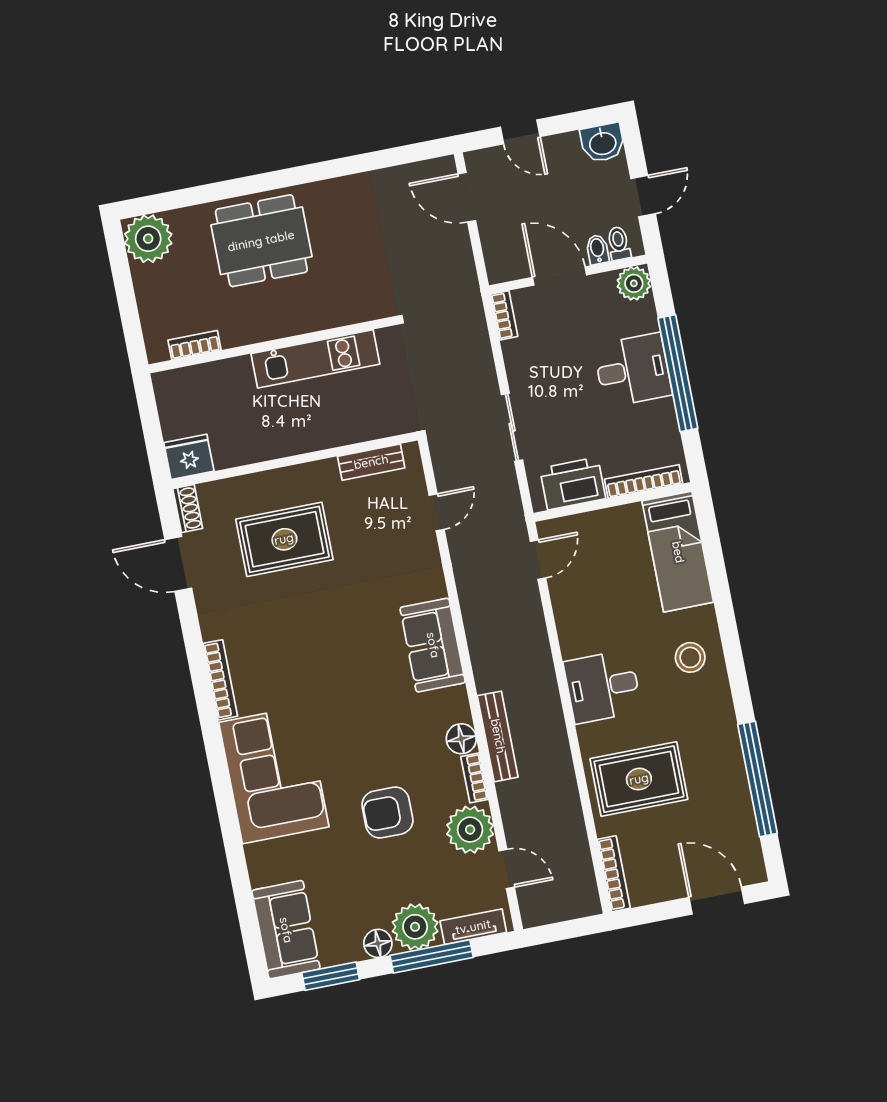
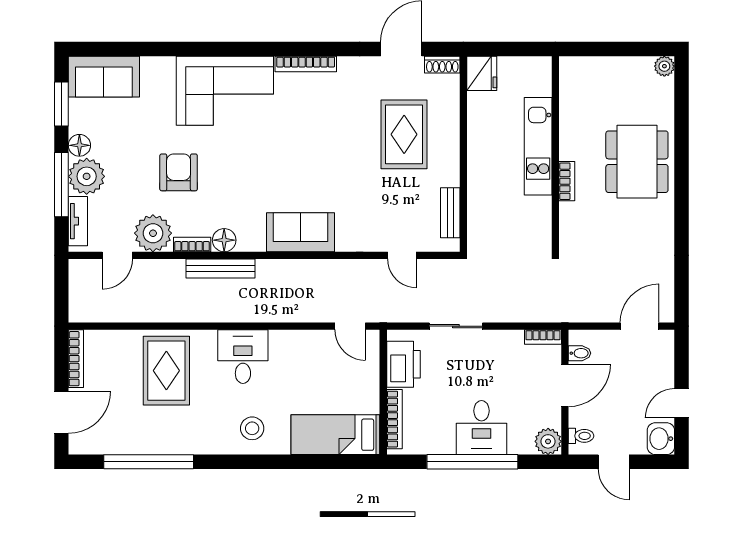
door: (520, 132) -> (682, 403), moved
plant: (148, 239) -> (664, 66), width x0.53, depth x0.53
bidet: (597, 250) -> (580, 353), moved
bookcase: (195, 345) -> (567, 181), moved
kitchen unit: (315, 359) -> (538, 146), moved
bookcase: (614, 874) -> (76, 359), moved, turned -90

